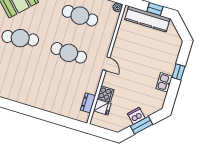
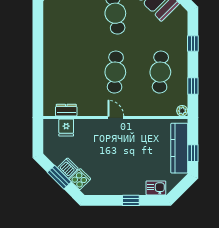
door: (106, 64) -> (116, 118), swing flipped
kitchen sink: (164, 82) -> (156, 188), moved
cooker: (106, 94) -> (80, 179), moved, turned -135

